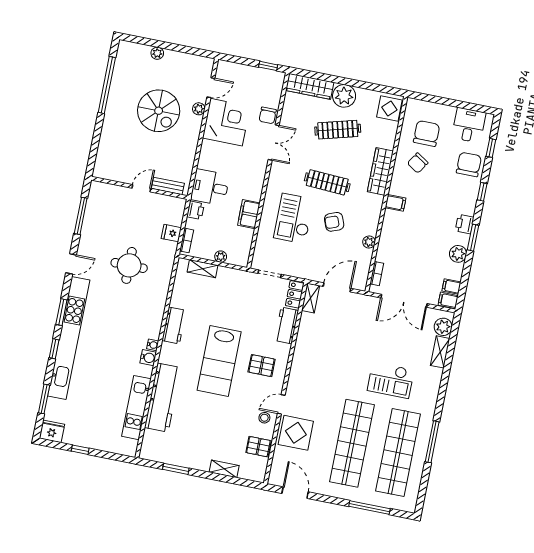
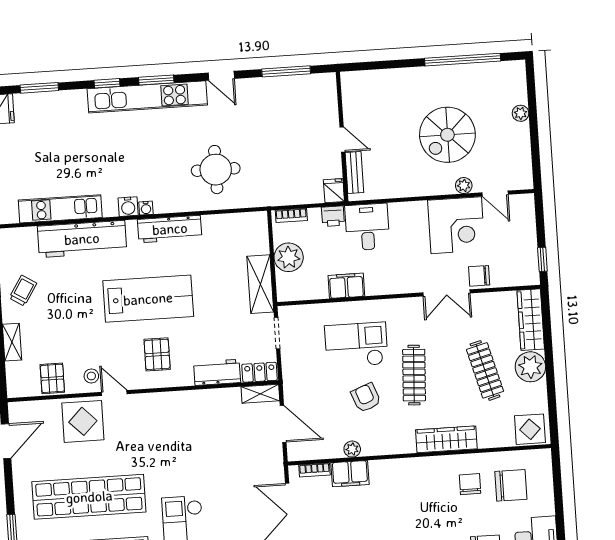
chair: (418, 163) -> (470, 484), turned 57
filing cabinet: (396, 203) -> (350, 474), moved, width x2.00
fridge: (171, 233) -> (334, 191), moved
plant: (221, 257) -> (289, 257), width x1.87, depth x1.87
round table: (129, 265) -> (216, 170), moved
shelving: (202, 269) -> (260, 284), moved, width x1.50, depth x1.33
workbench: (174, 325) -> (170, 229), width x1.38
kitchen unit: (69, 338) -> (147, 97), width x0.73
lab bench: (219, 361) -> (148, 299), turned 180
trolley: (189, 451) -> (23, 291), added

